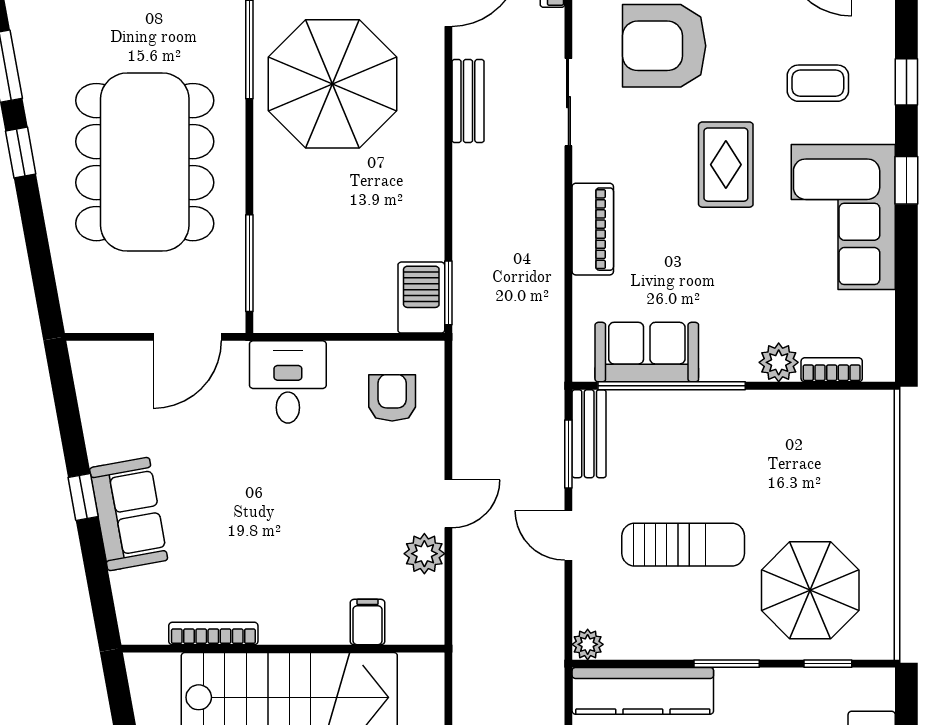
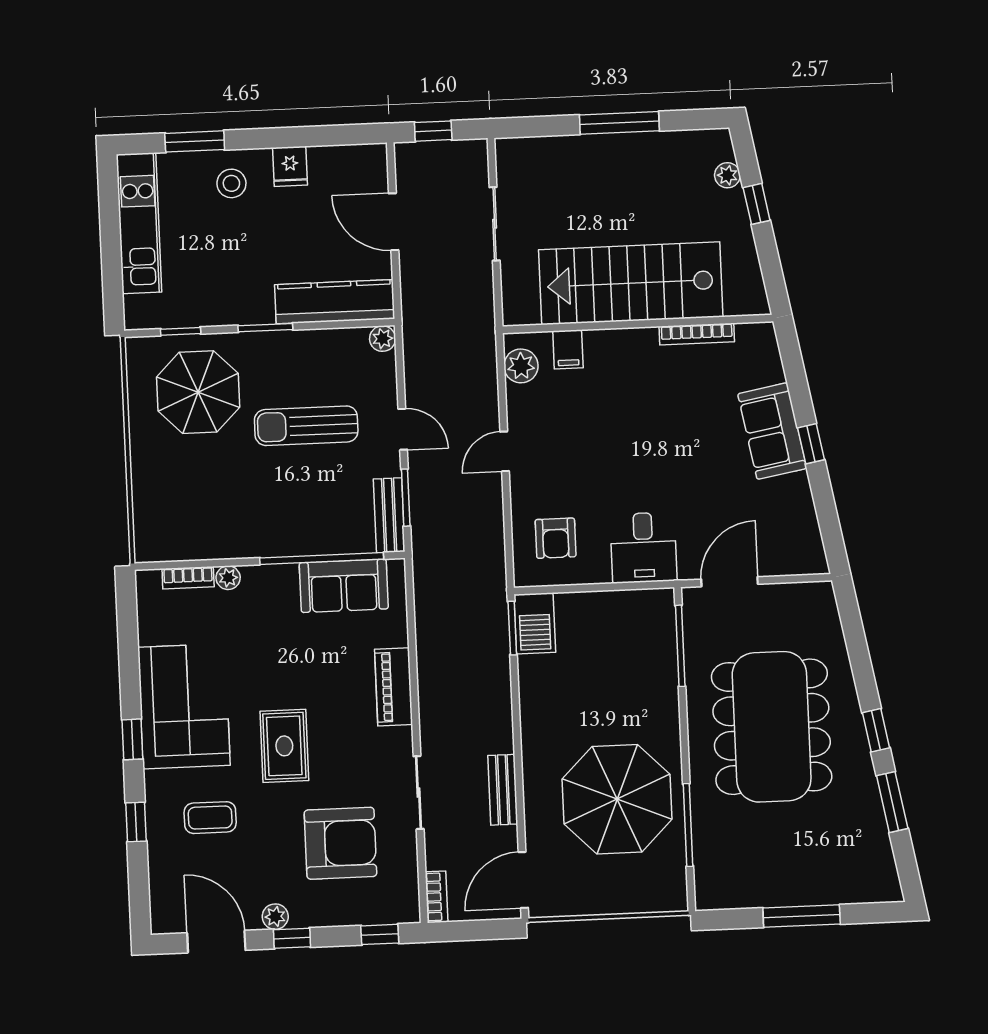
plant: (779, 362) -> (228, 578), width x0.73, depth x0.73
plant: (424, 554) -> (521, 366), moved

